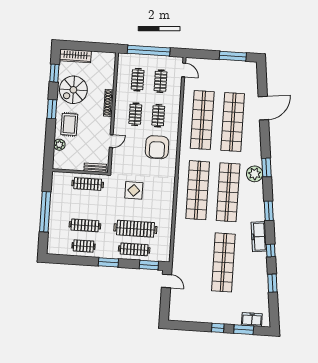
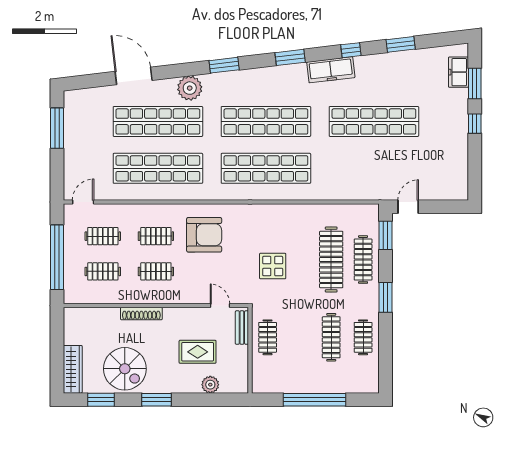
rug: (69, 124) -> (198, 352), moved
door: (111, 141) -> (220, 306), moved
plant: (255, 174) -> (190, 88), moved
clothes rail: (88, 184) -> (268, 337), width x0.73

